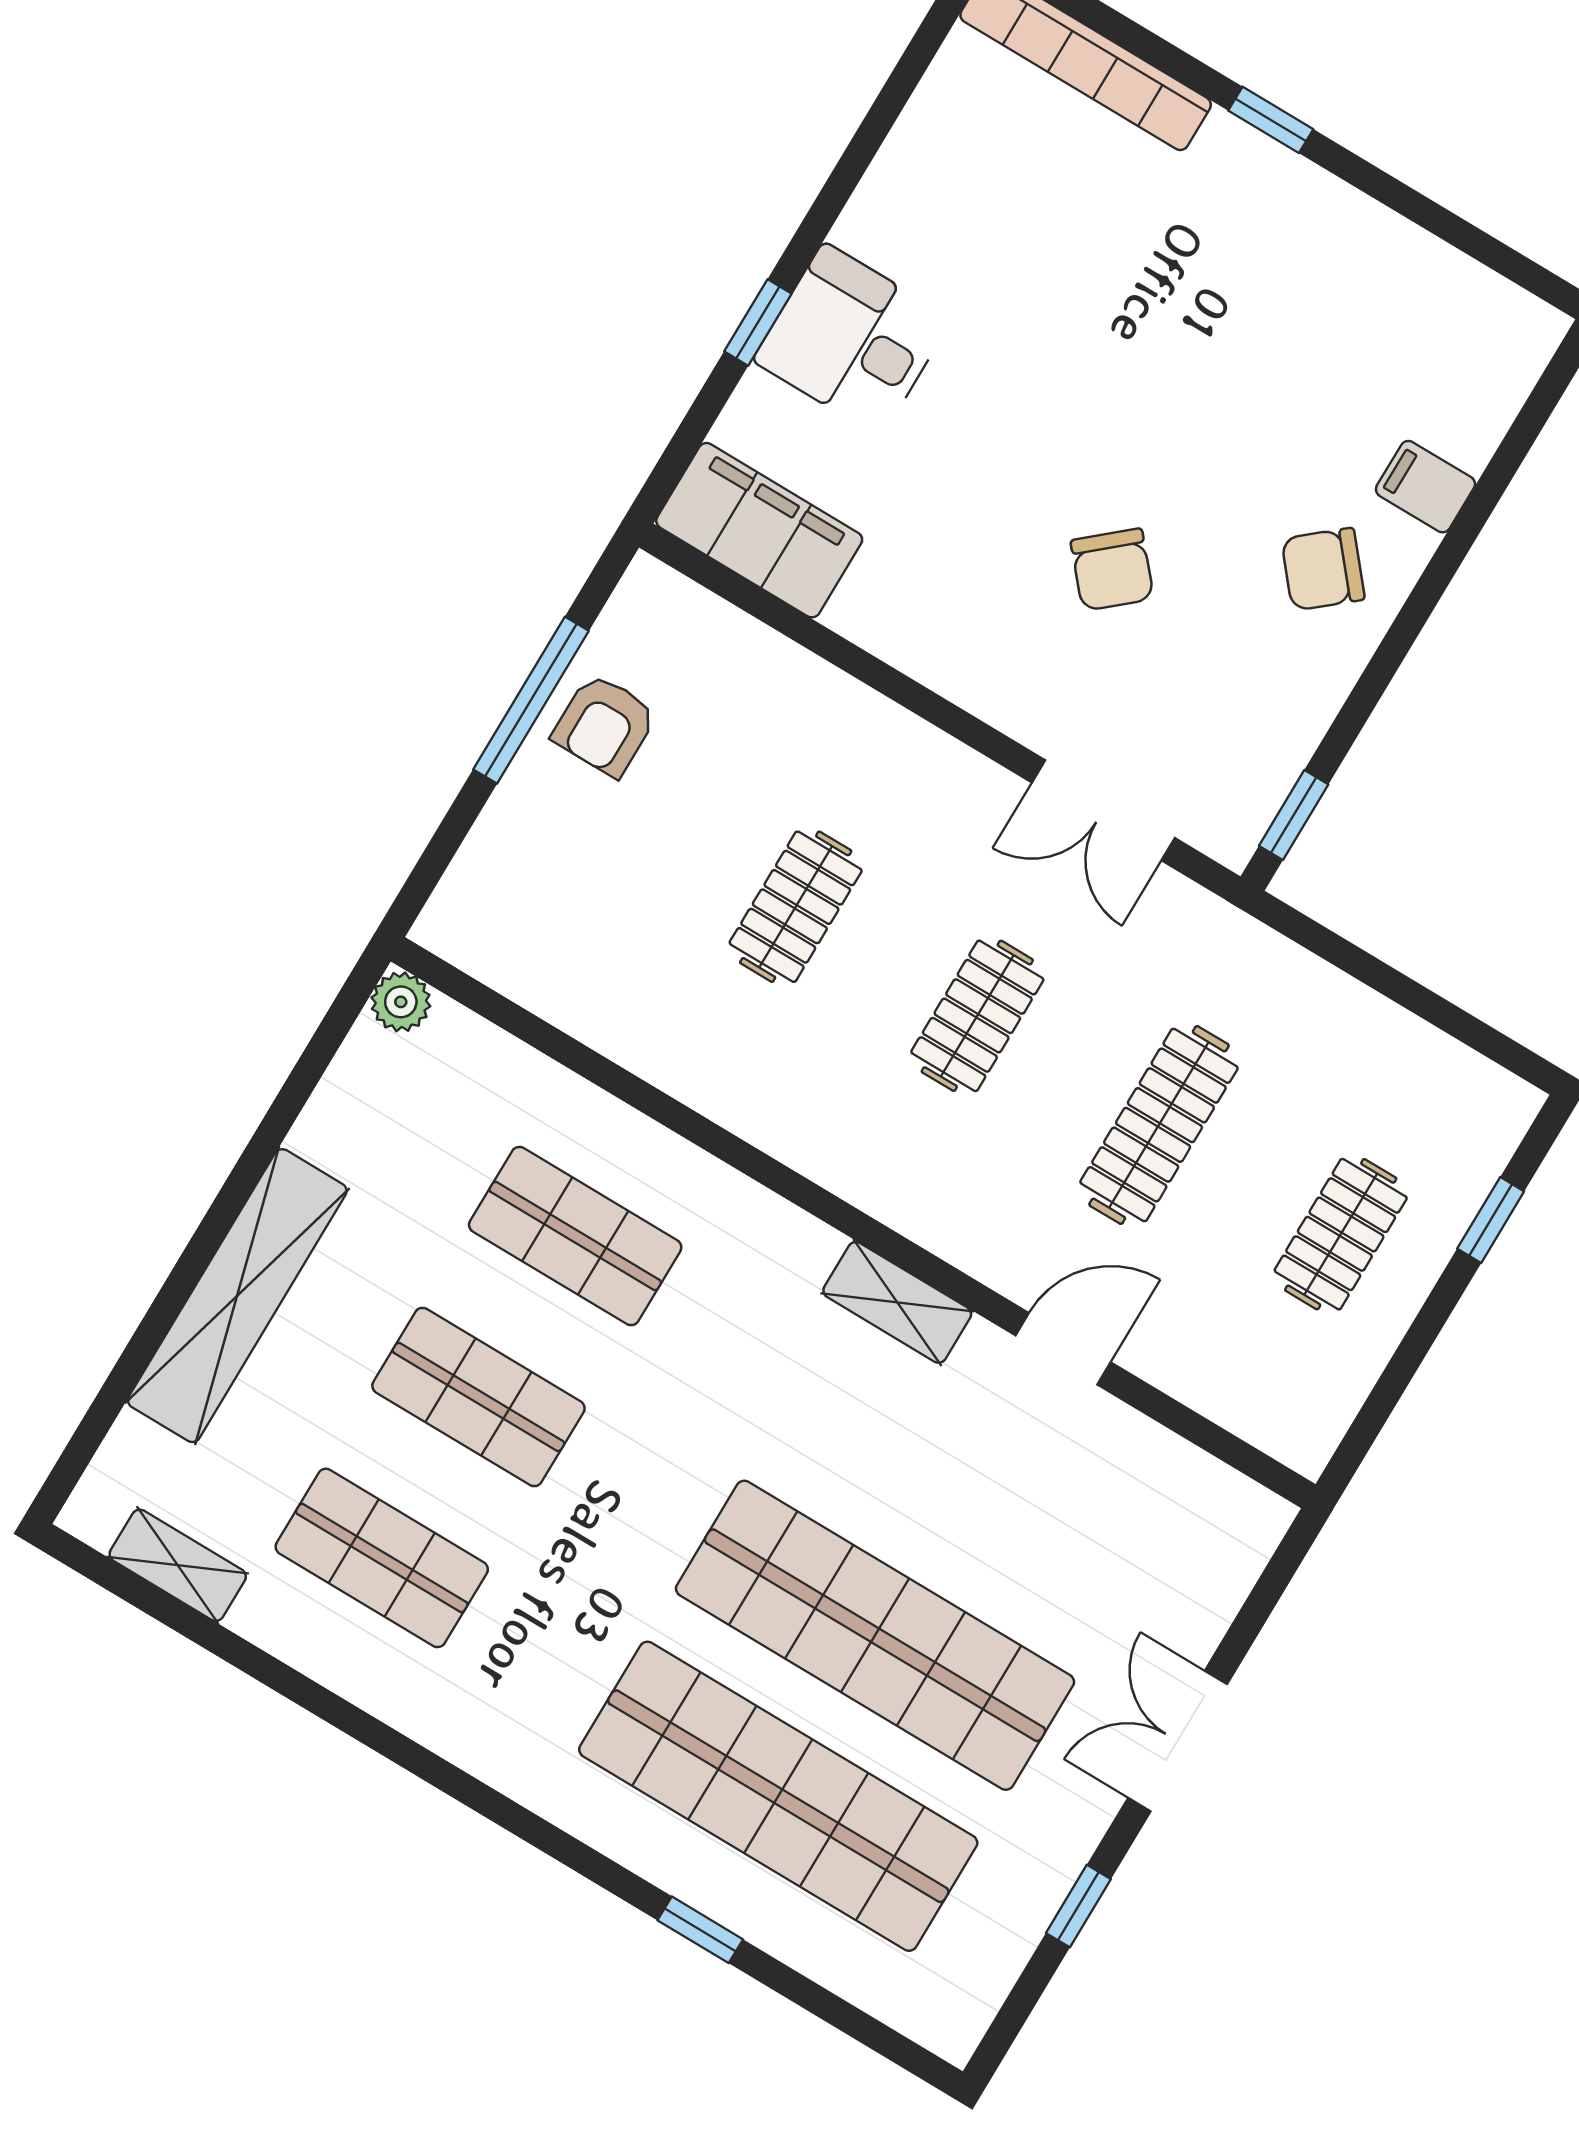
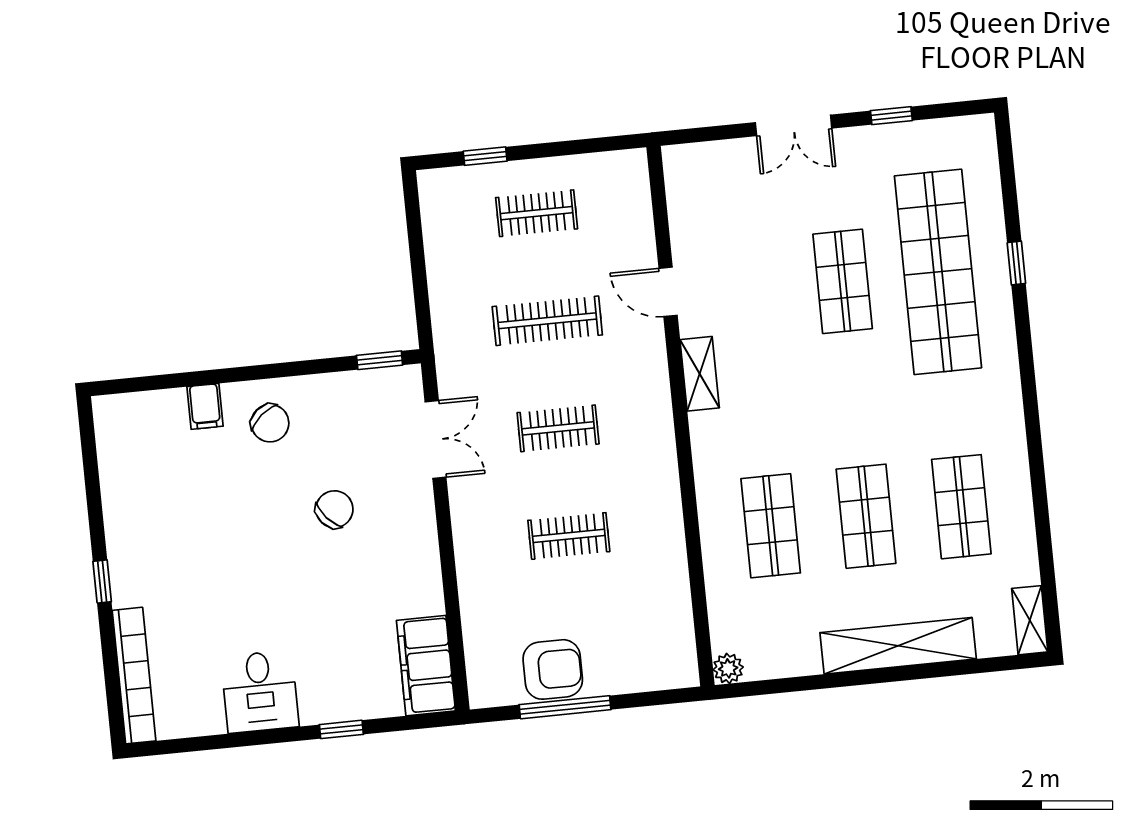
desk: (852, 340) -> (260, 692), moved
armchair: (605, 725) -> (553, 669), width x1.38, depth x1.38
shelving: (178, 1565) -> (1030, 620), moved
shop shelf: (875, 1635) -> (843, 281), width x0.50, depth x0.74

